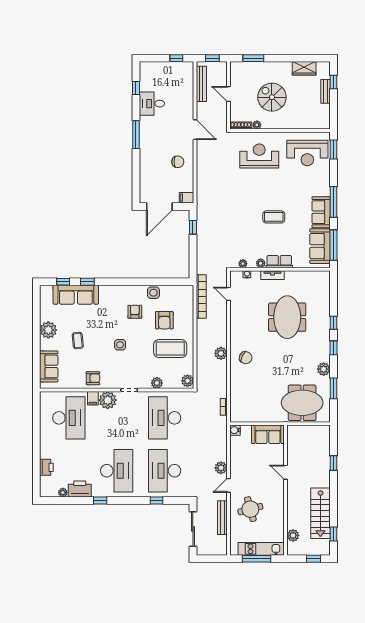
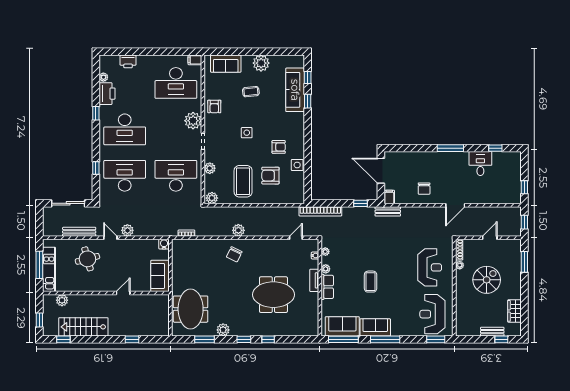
bench: (201, 84) -> (388, 211), moved, width x0.73
bookcase: (201, 296) -> (320, 211), moved
filing cabinet: (93, 398) -> (195, 60), moved

